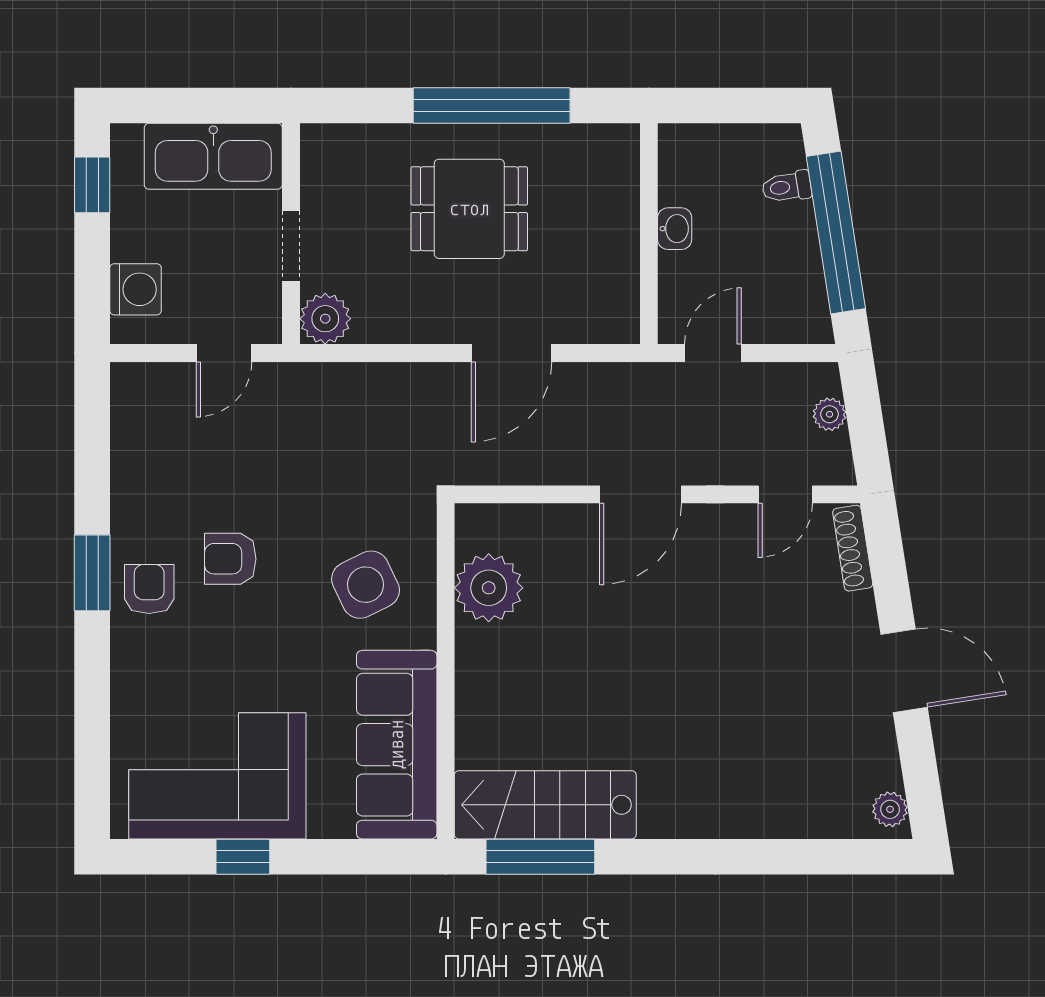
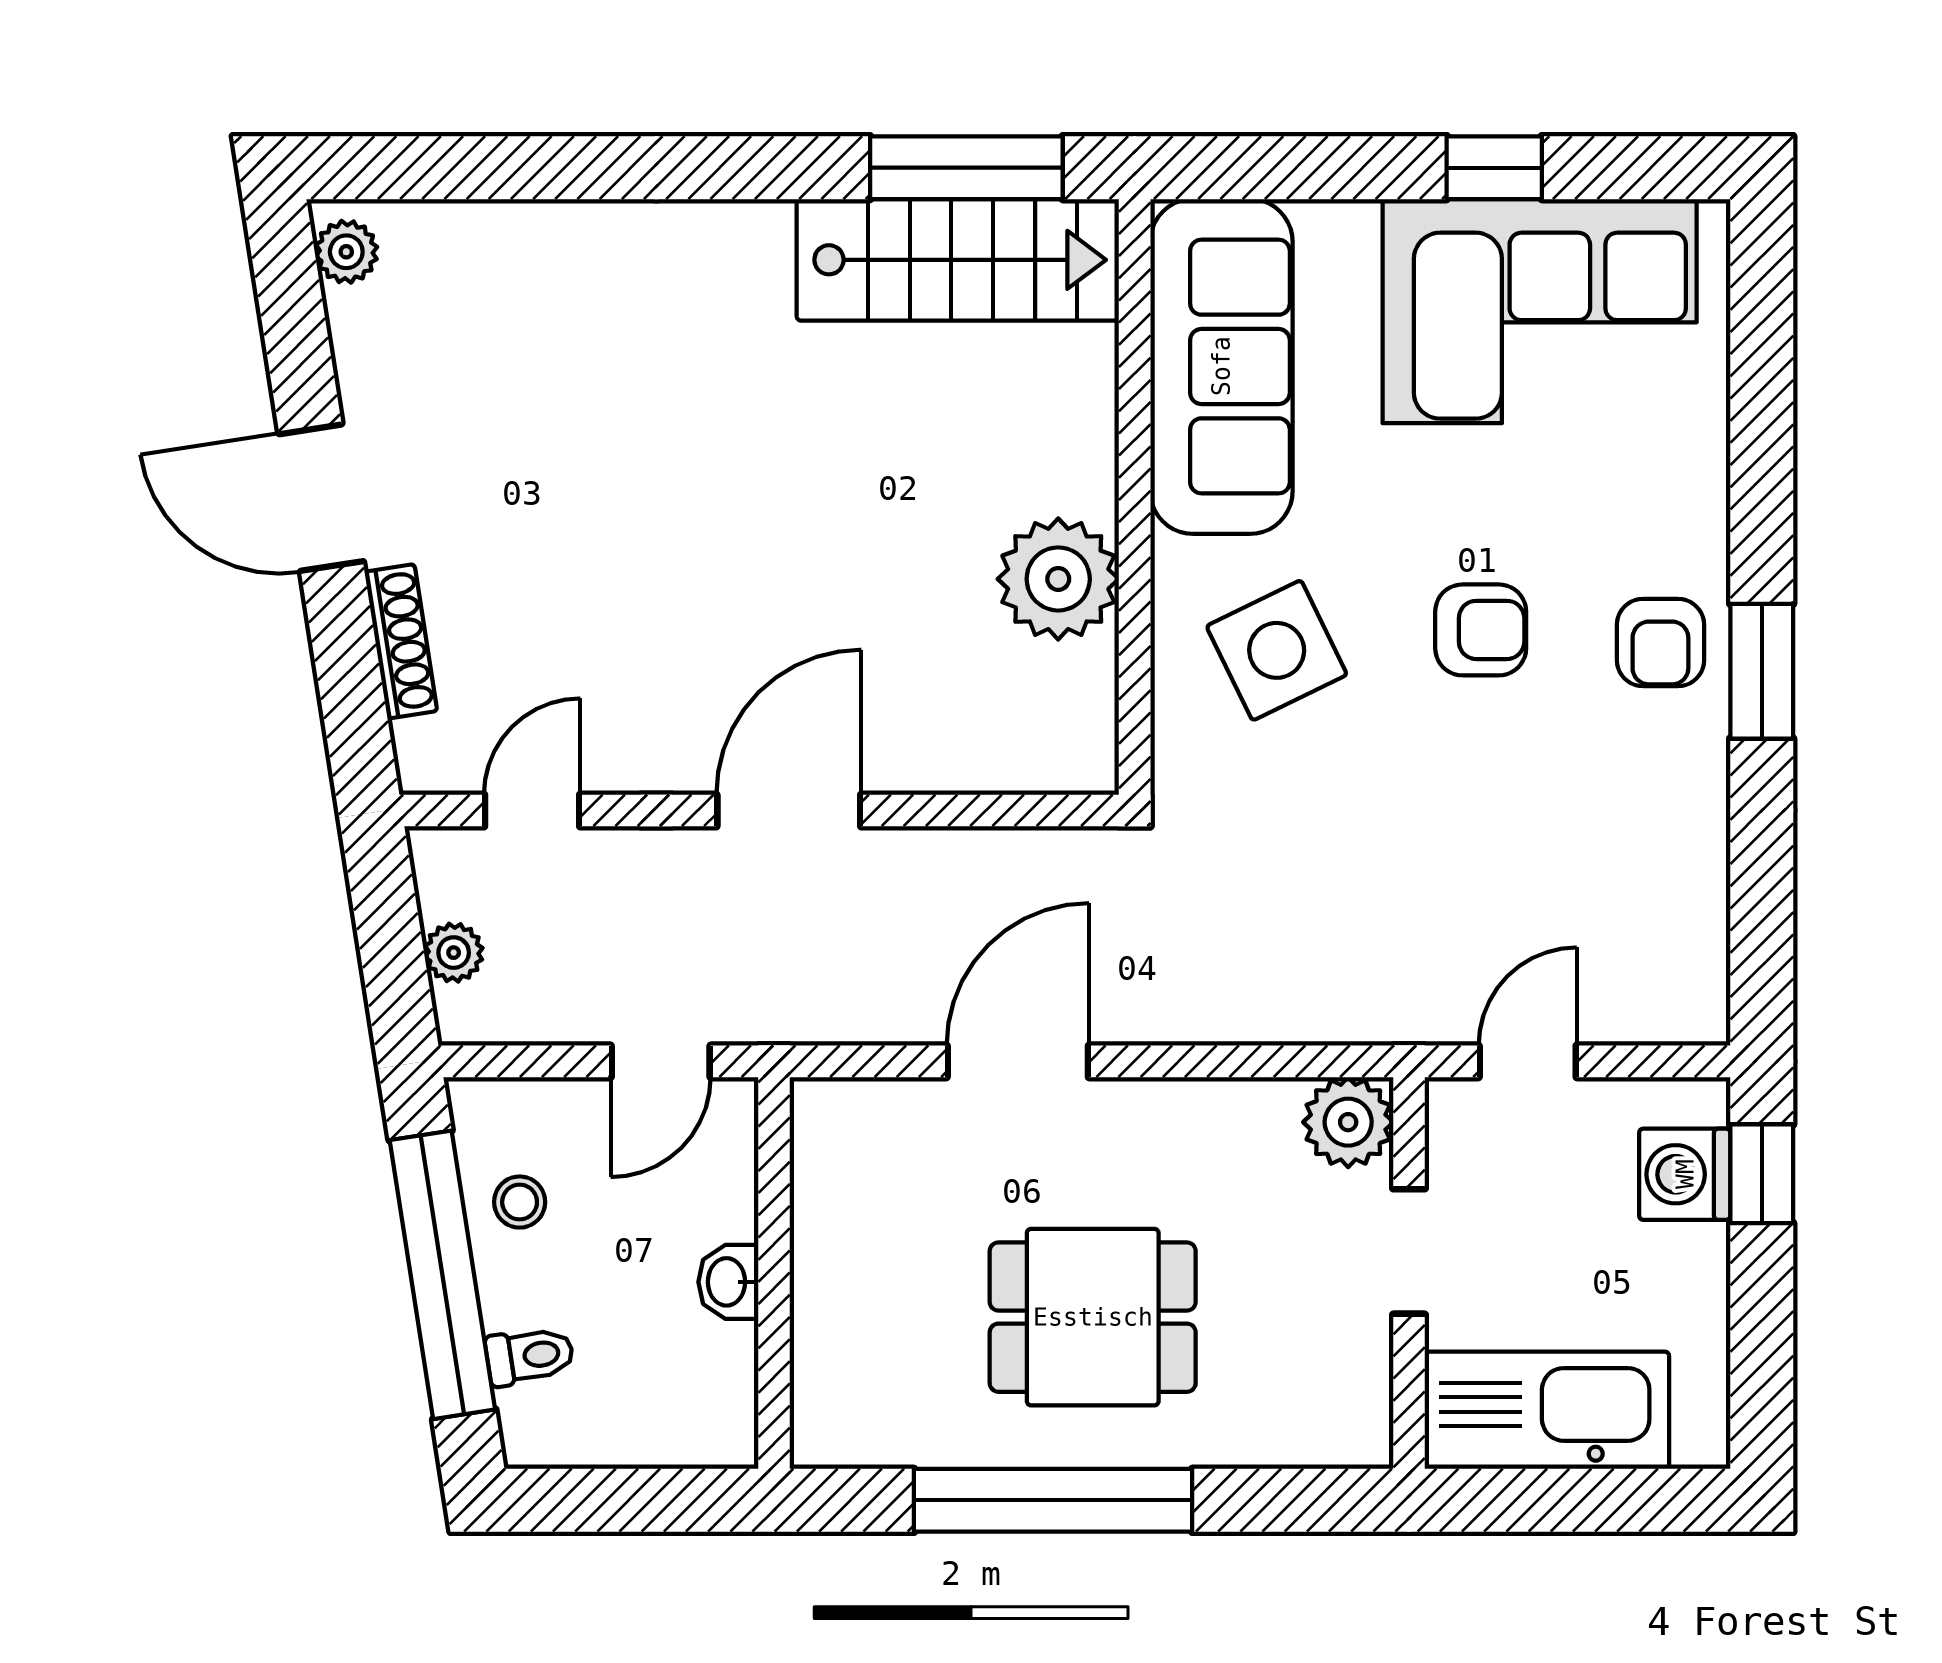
window: (92, 185) -> (1762, 1174), moved
stool: (792, 274) -> (520, 1202), added
shoe rack: (853, 548) -> (401, 641), moved
armchair: (230, 559) -> (1481, 630), moved
plant: (489, 588) -> (1058, 579), moved

